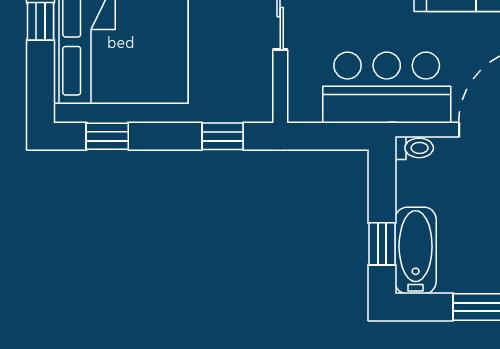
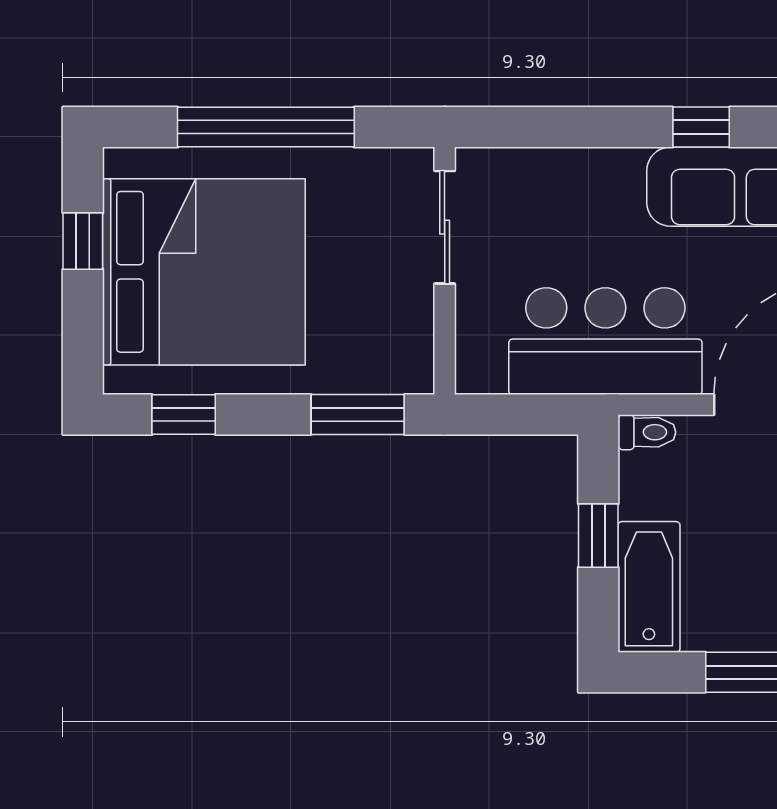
window: (223, 136) -> (358, 415), width x1.50
window: (382, 244) -> (598, 536), moved

